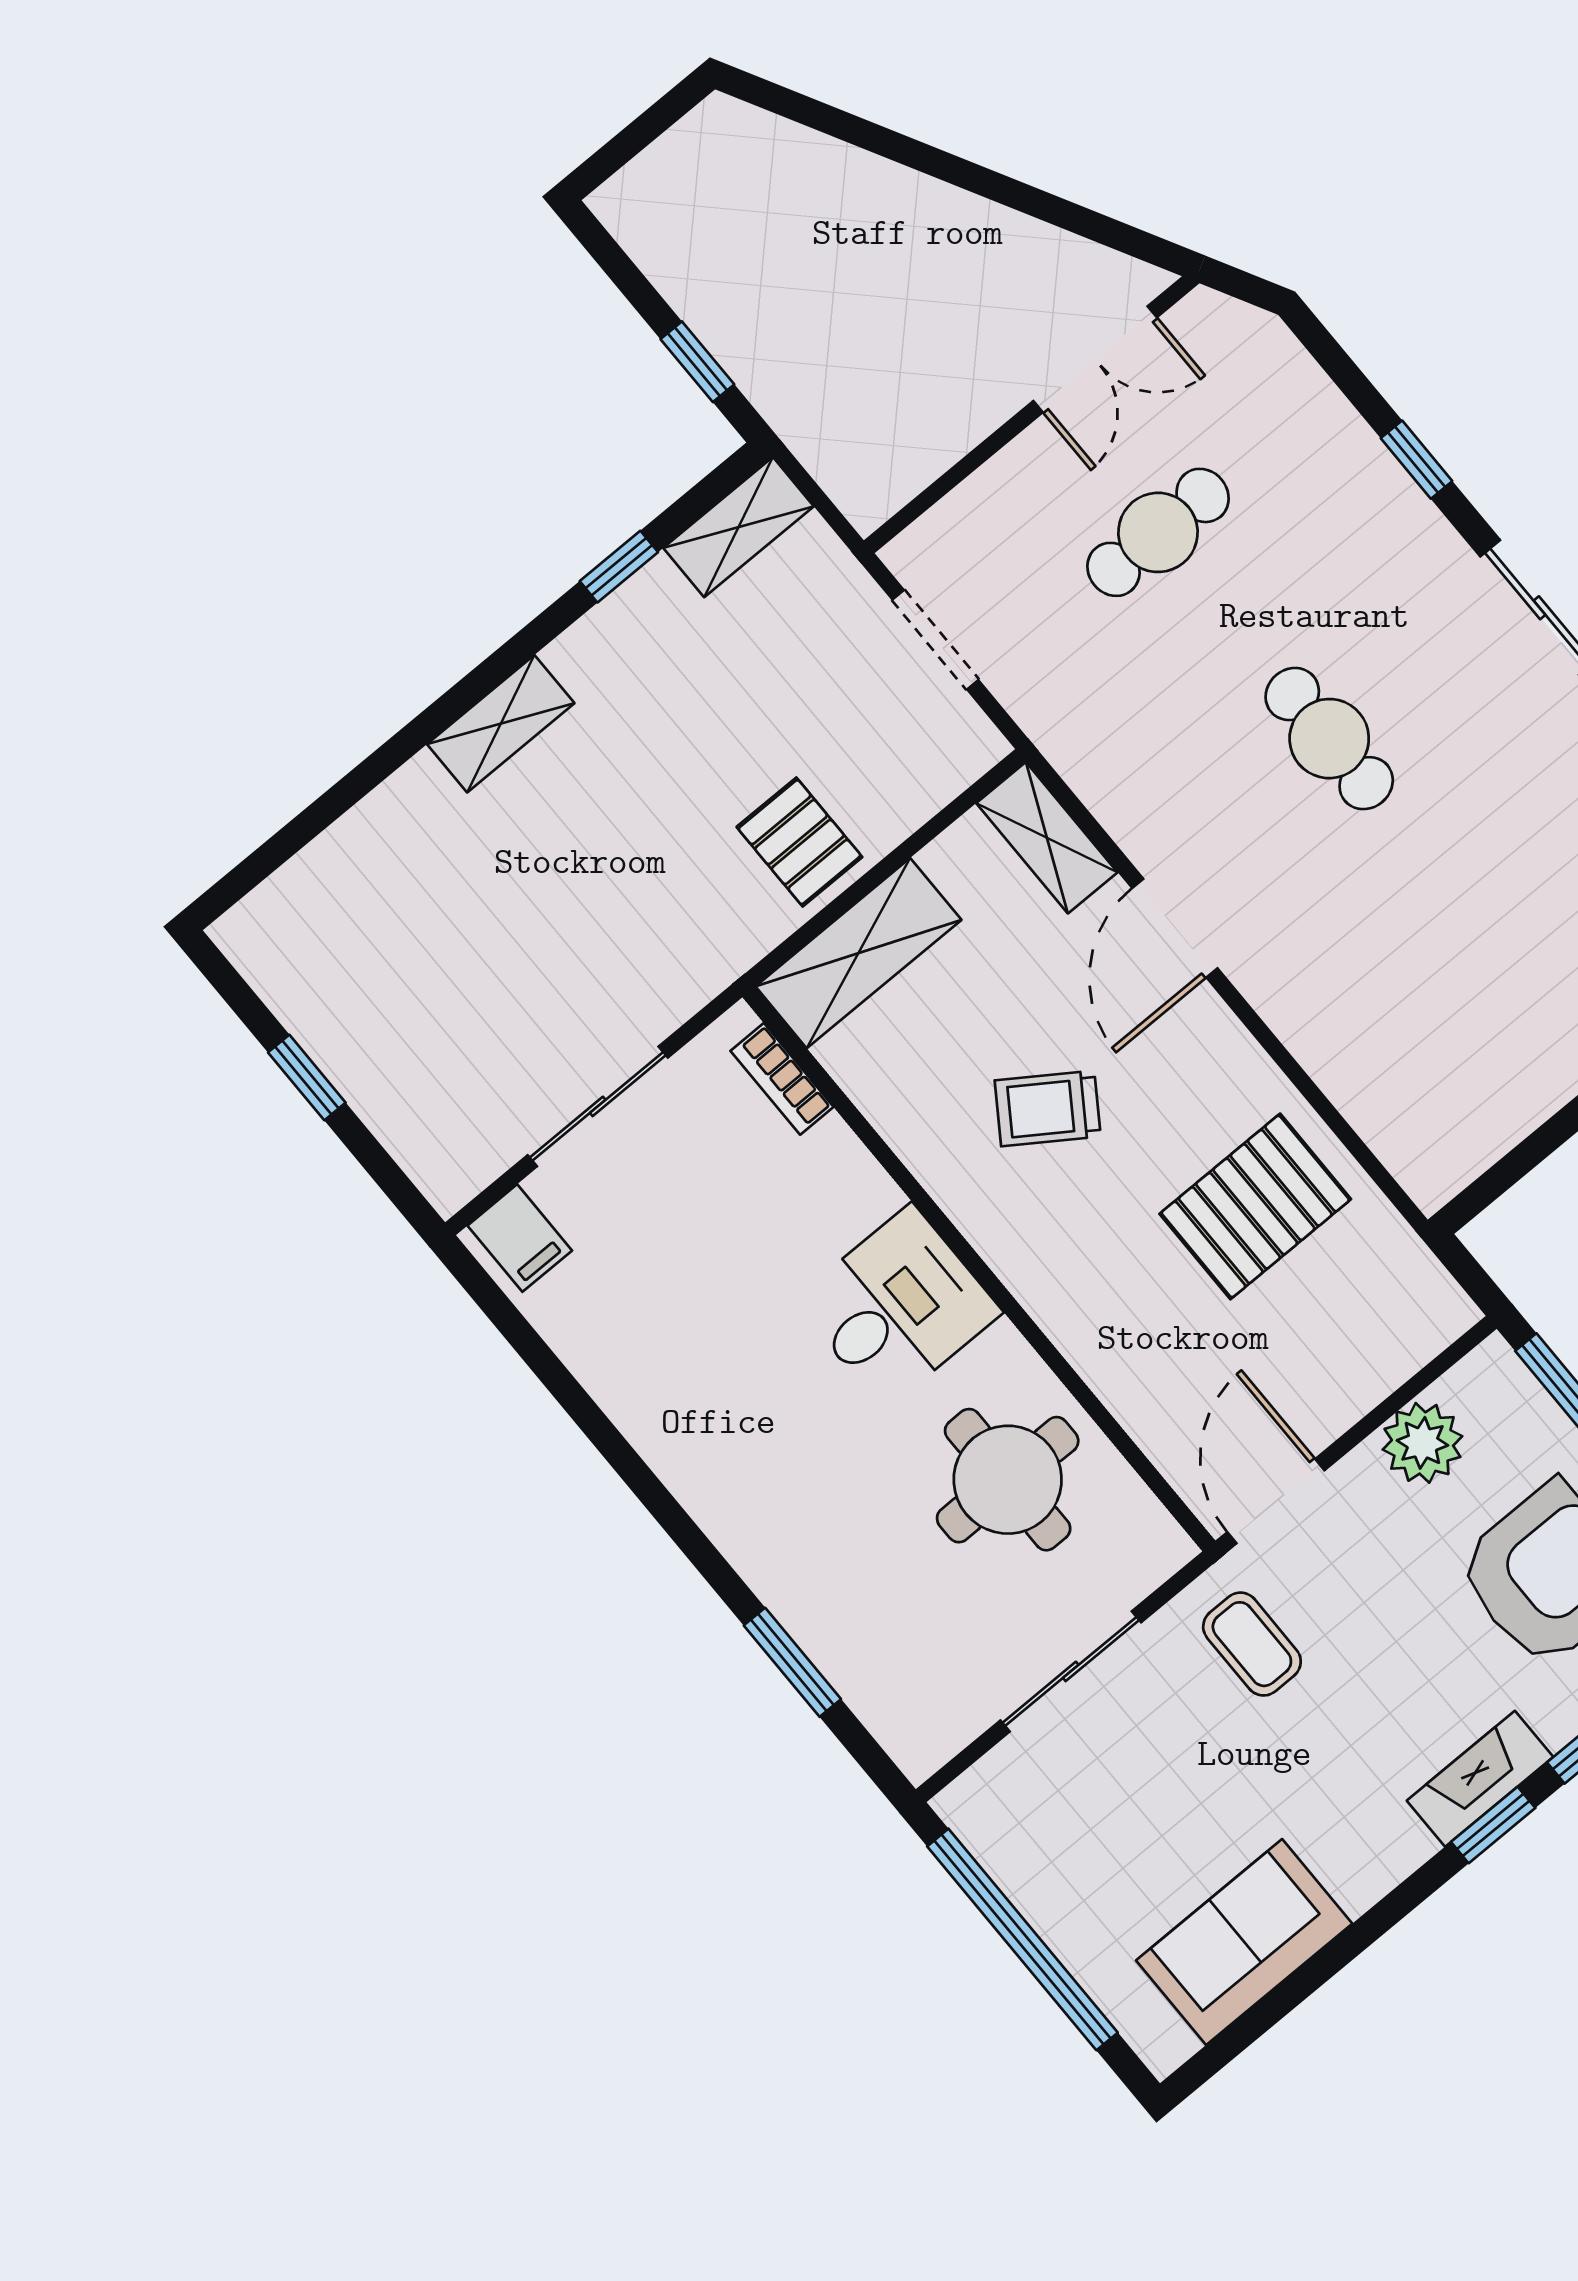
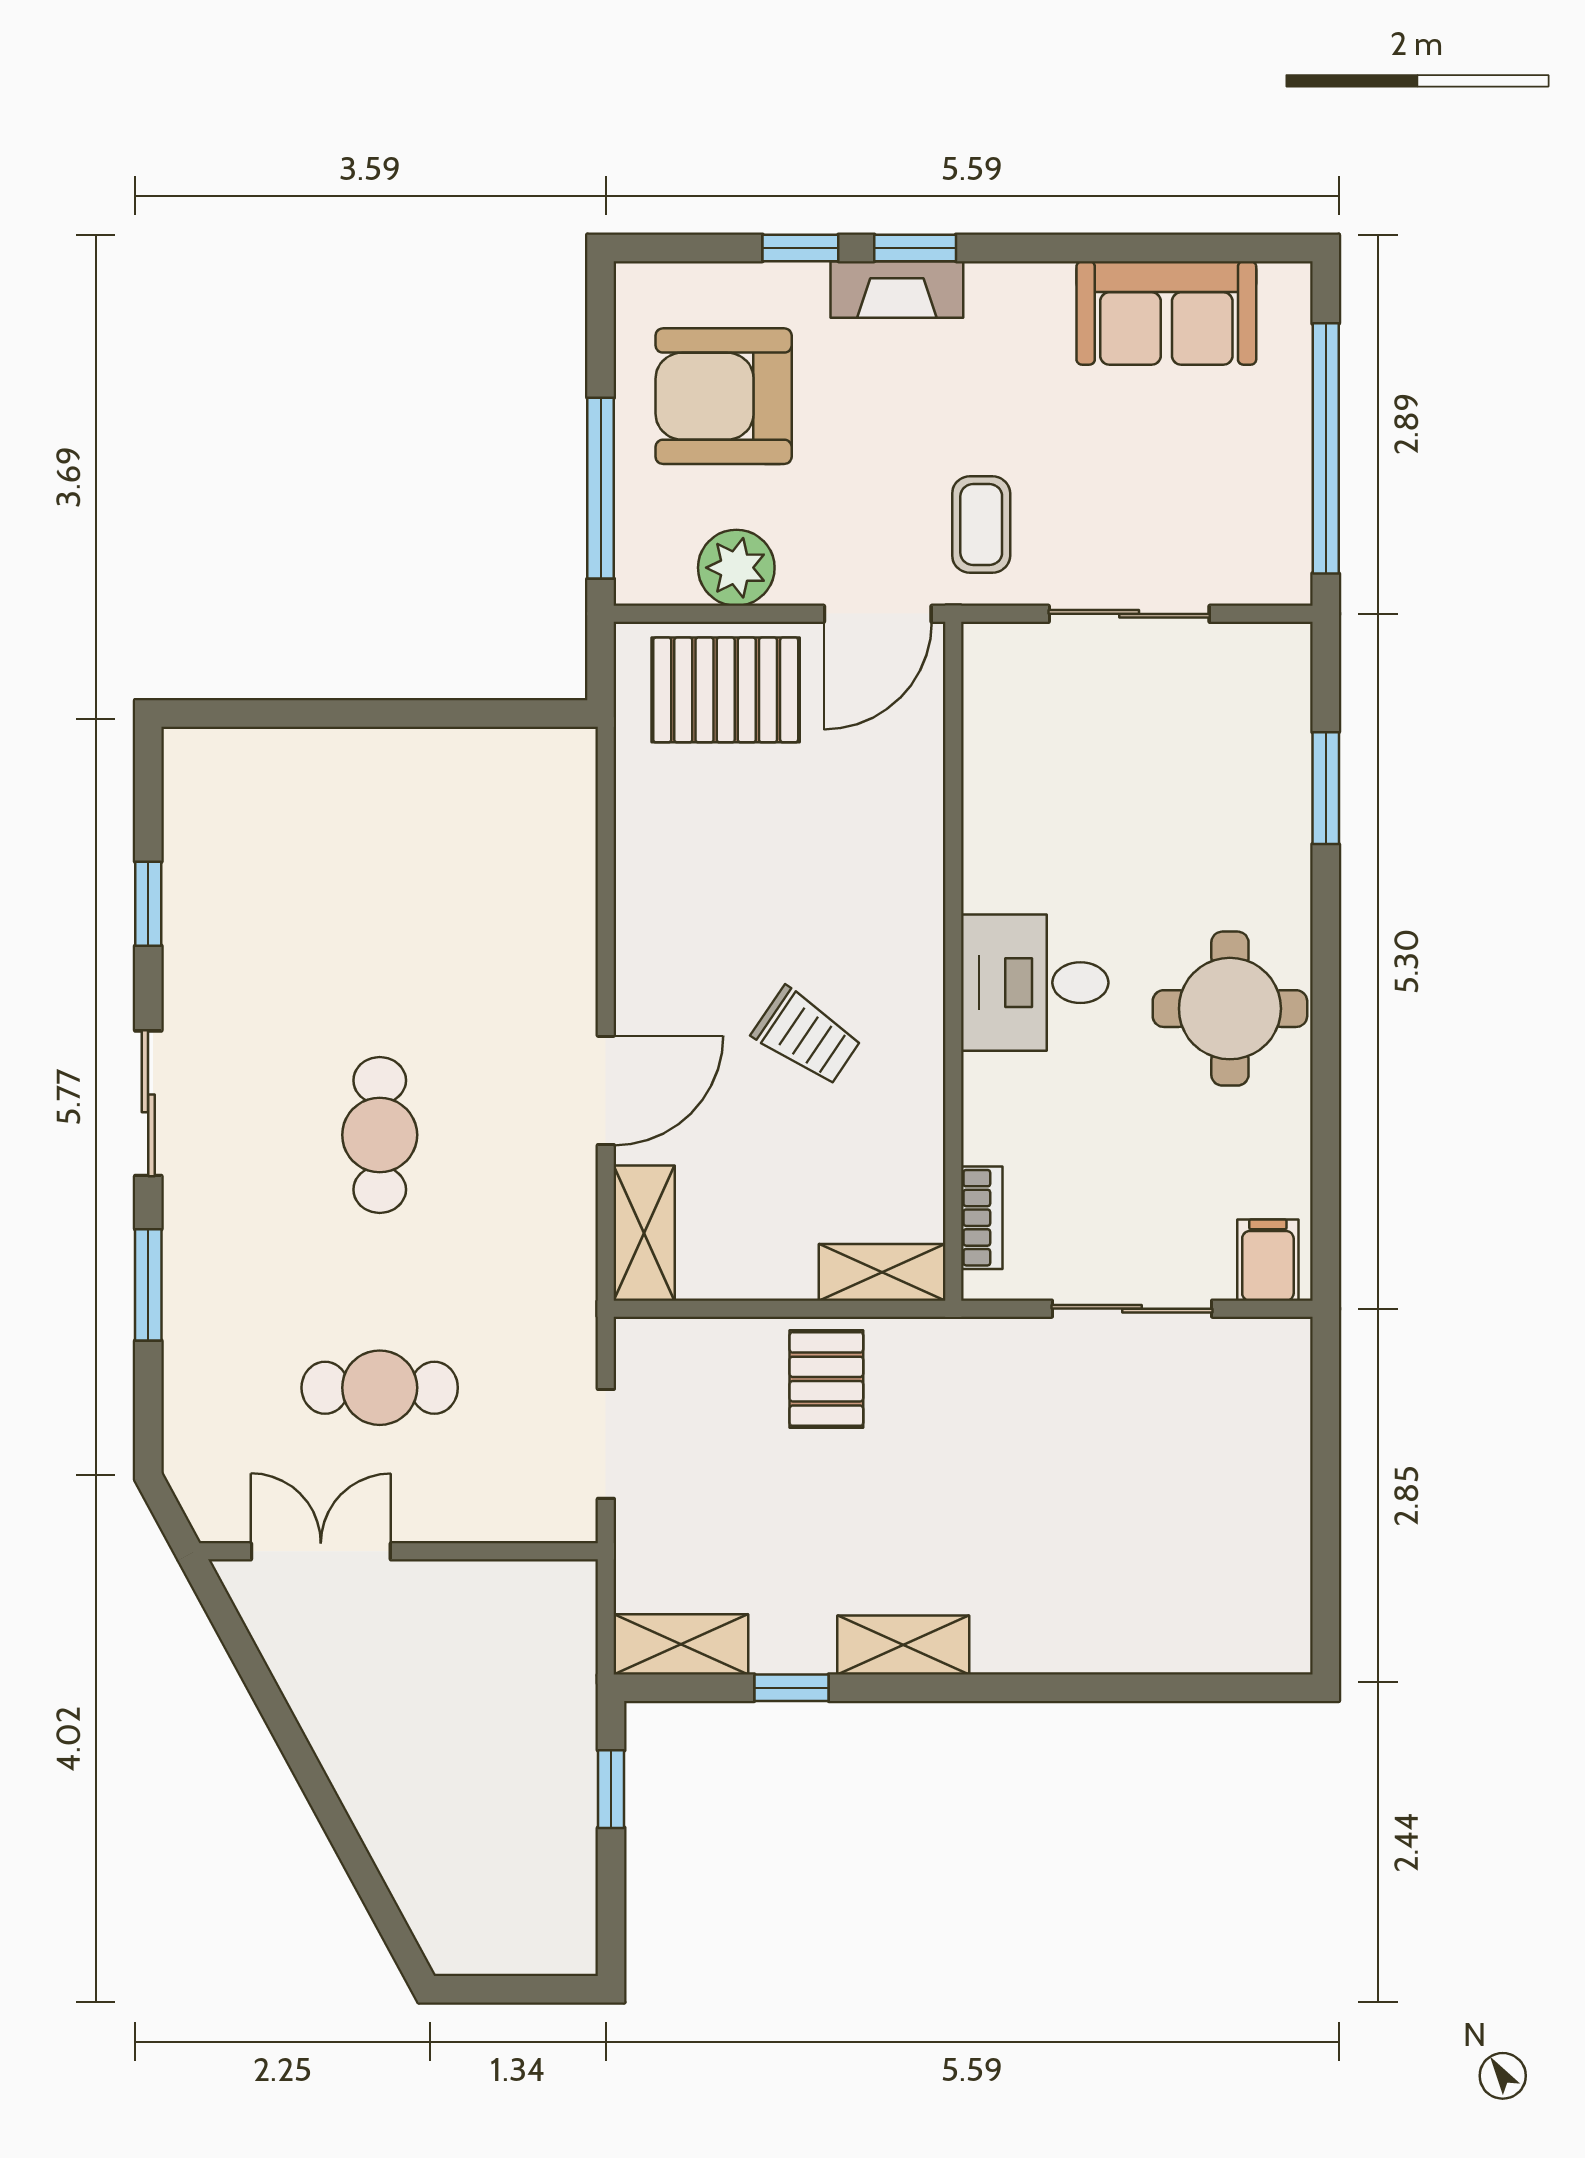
window: (1417, 460) -> (148, 1285), width x1.50
shelving: (501, 724) -> (903, 1645), moved
shelving: (858, 953) -> (882, 1272), width x0.67, depth x0.75
window: (307, 1078) -> (1326, 1505), removed
pallet: (1255, 1206) -> (726, 690), moved
round table: (1008, 1480) -> (1230, 1009), moved

